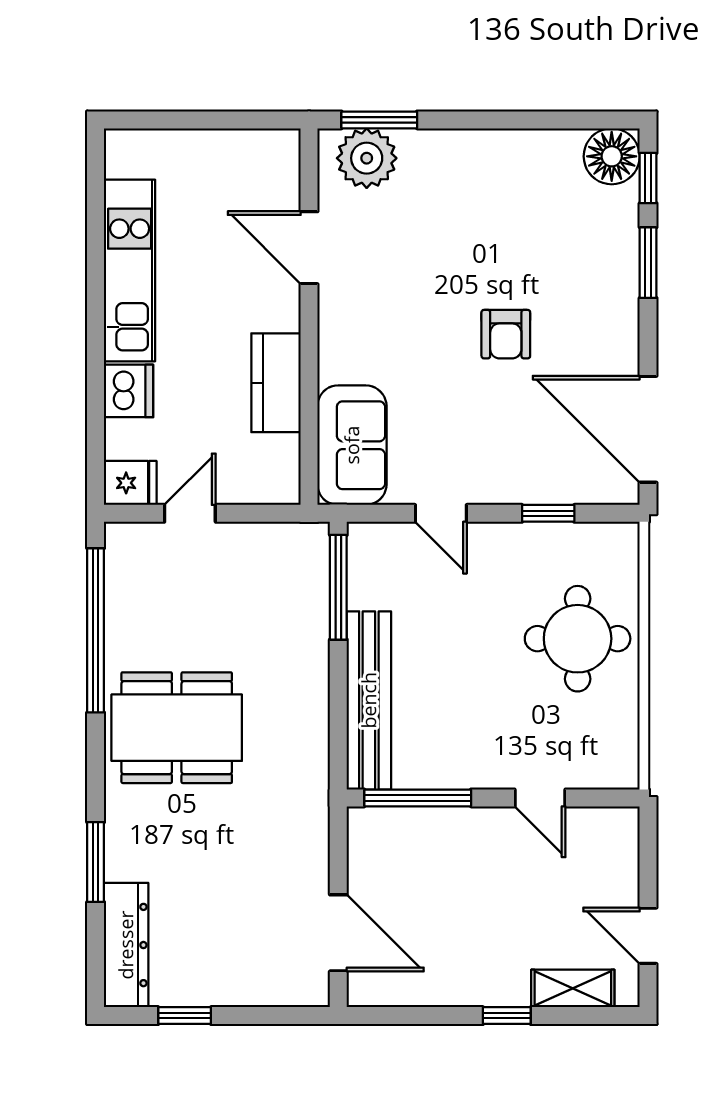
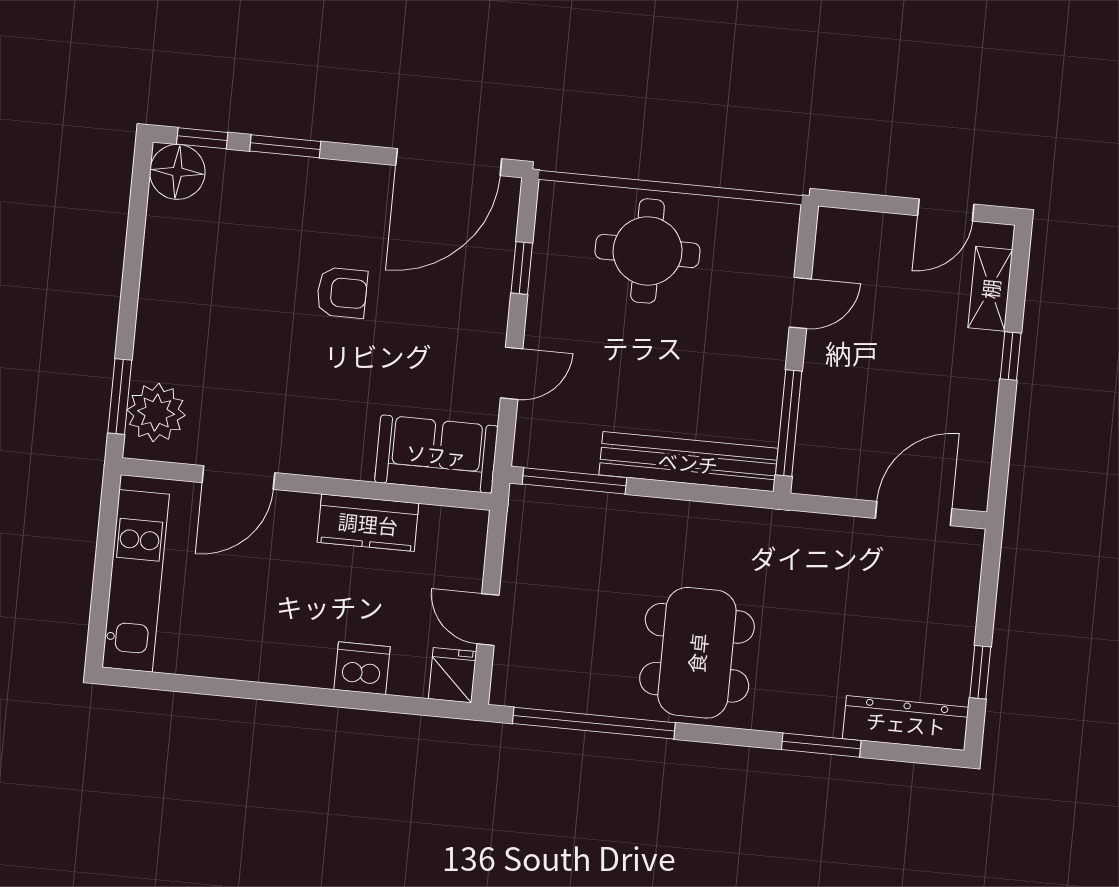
kitchen unit: (130, 270) -> (136, 581), moved, turned 90

